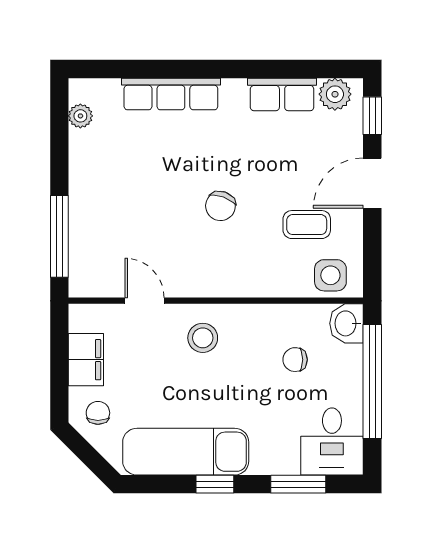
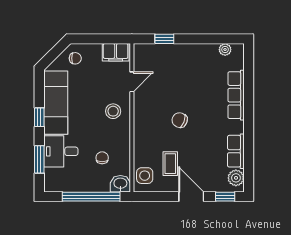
window: (59, 236) -> (164, 39), width x0.46
filing cabinet: (86, 360) -> (116, 52), moved
desk: (332, 442) -> (61, 151), moved

